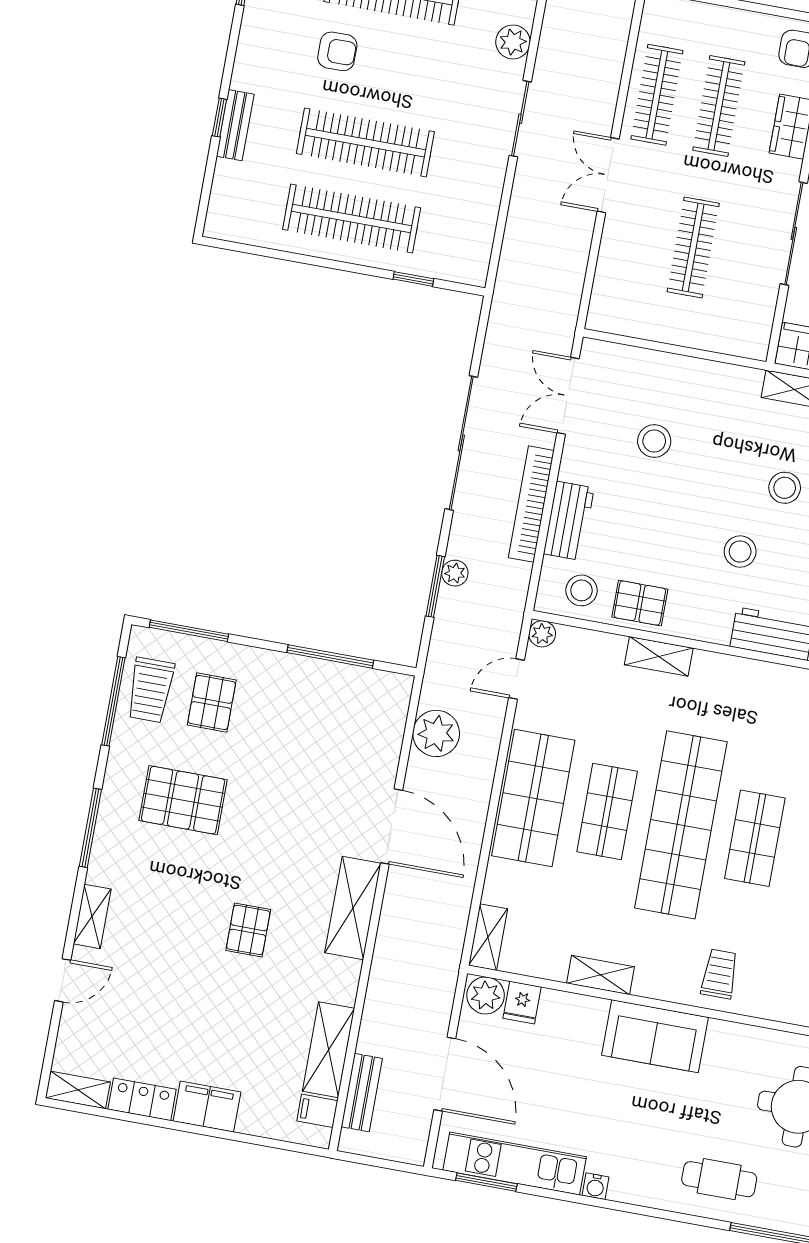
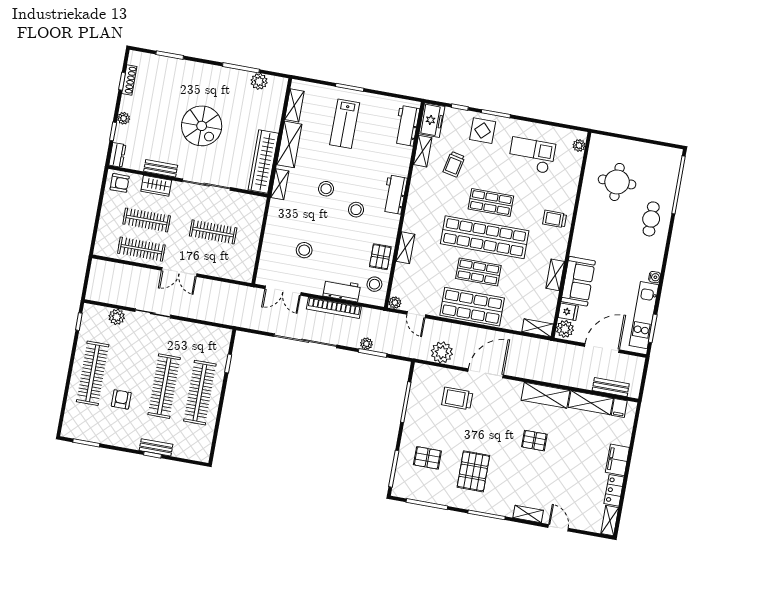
trolley: (151, 690) -> (457, 398), moved, turned 180
shelving: (353, 908) -> (545, 395), moved
sofa: (655, 1036) -> (578, 281), moved

